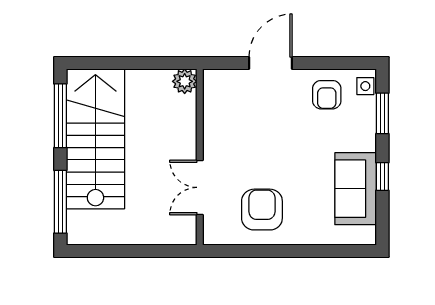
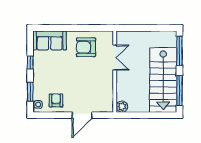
sofa: (356, 189) -> (50, 40), moved, turned 90
armchair: (262, 210) -> (86, 47), turned 90

